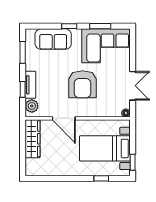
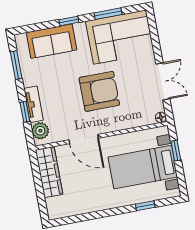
armchair: (83, 84) -> (99, 91), turned -90
window: (133, 162) -> (176, 151), moved

